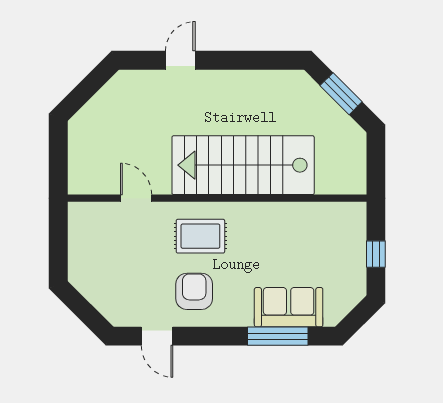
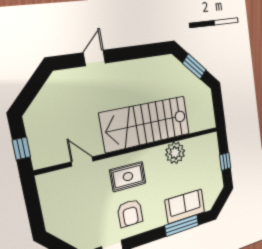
window: (58, 163) -> (21, 149), added
plant: (285, 219) -> (175, 153), added
armchair: (194, 291) -> (130, 213), turned 180

